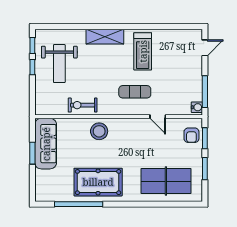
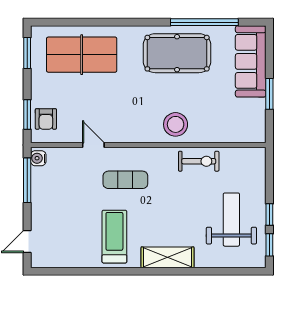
armchair: (191, 135) -> (46, 119), turned 180
sofa: (46, 144) -> (251, 61), moved
window: (205, 169) -> (27, 53), moved

